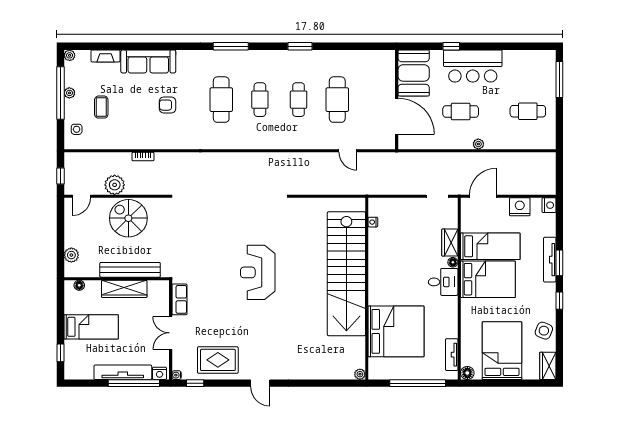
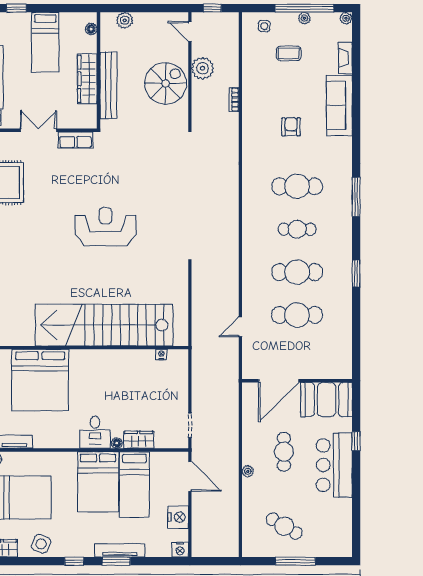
window: (559, 80) -> (295, 561), moved
cafe table: (299, 100) -> (297, 272), width x1.37, depth x1.35
cafe table: (528, 111) -> (284, 526), turned -59

